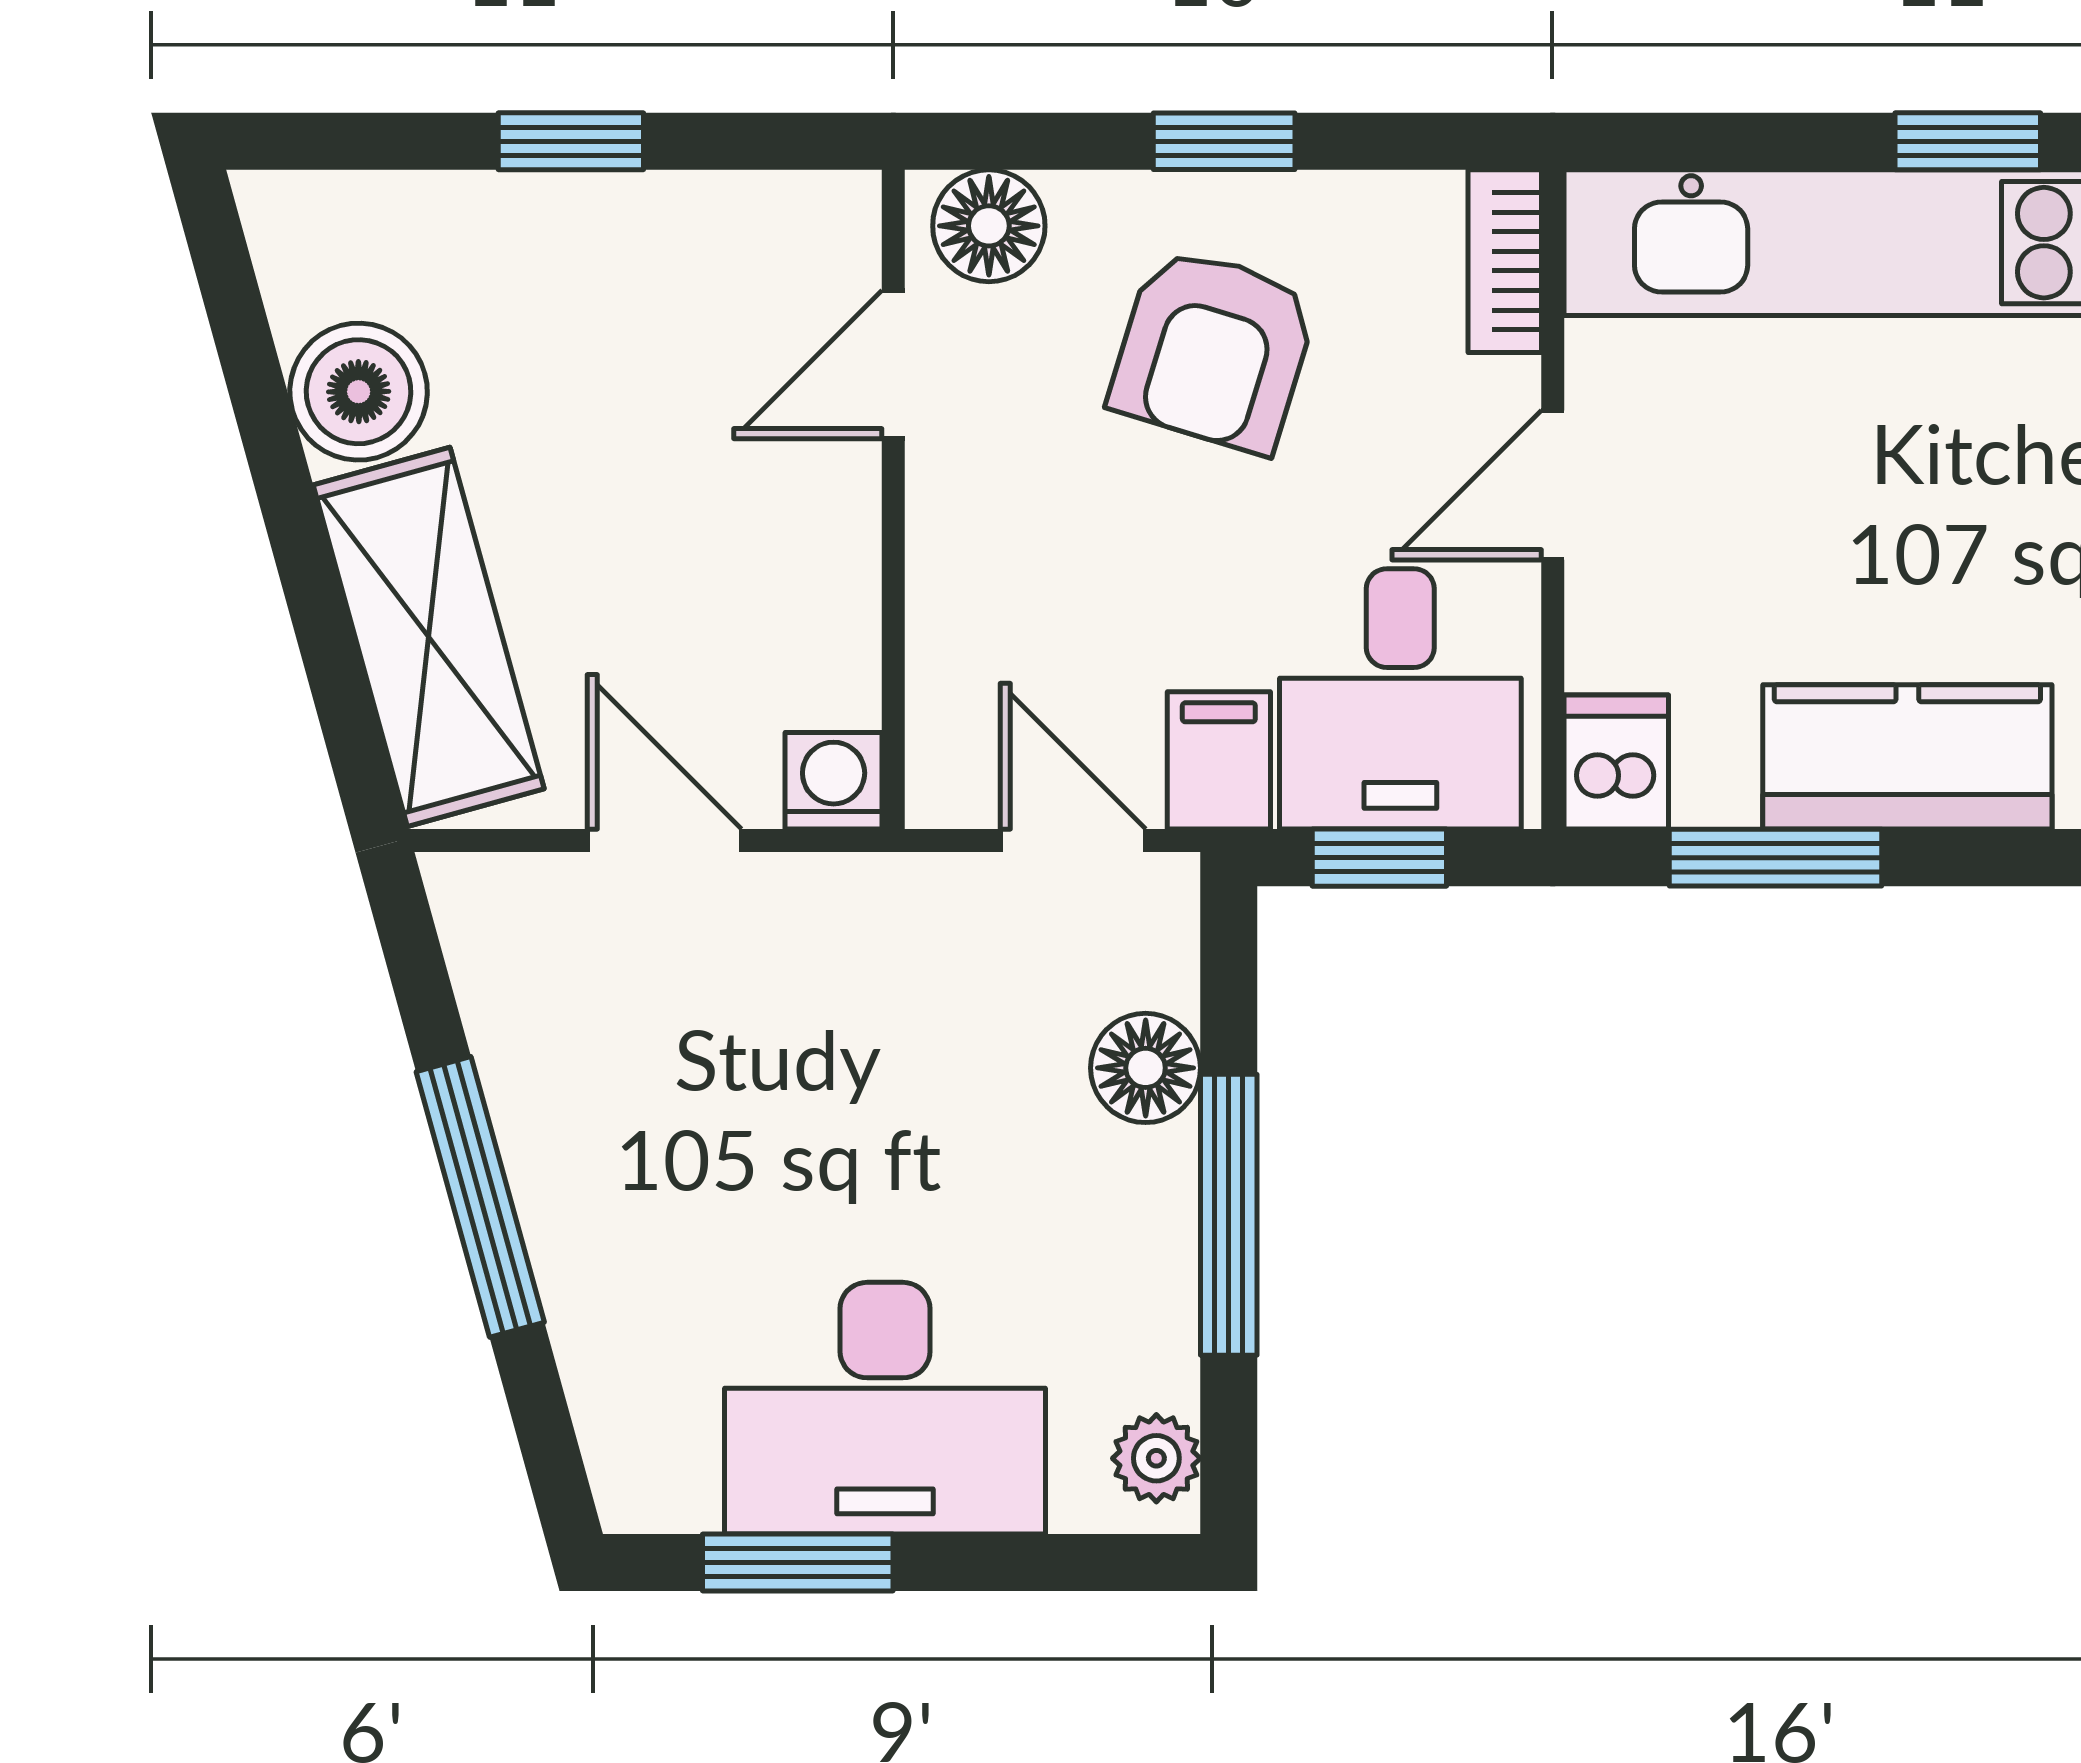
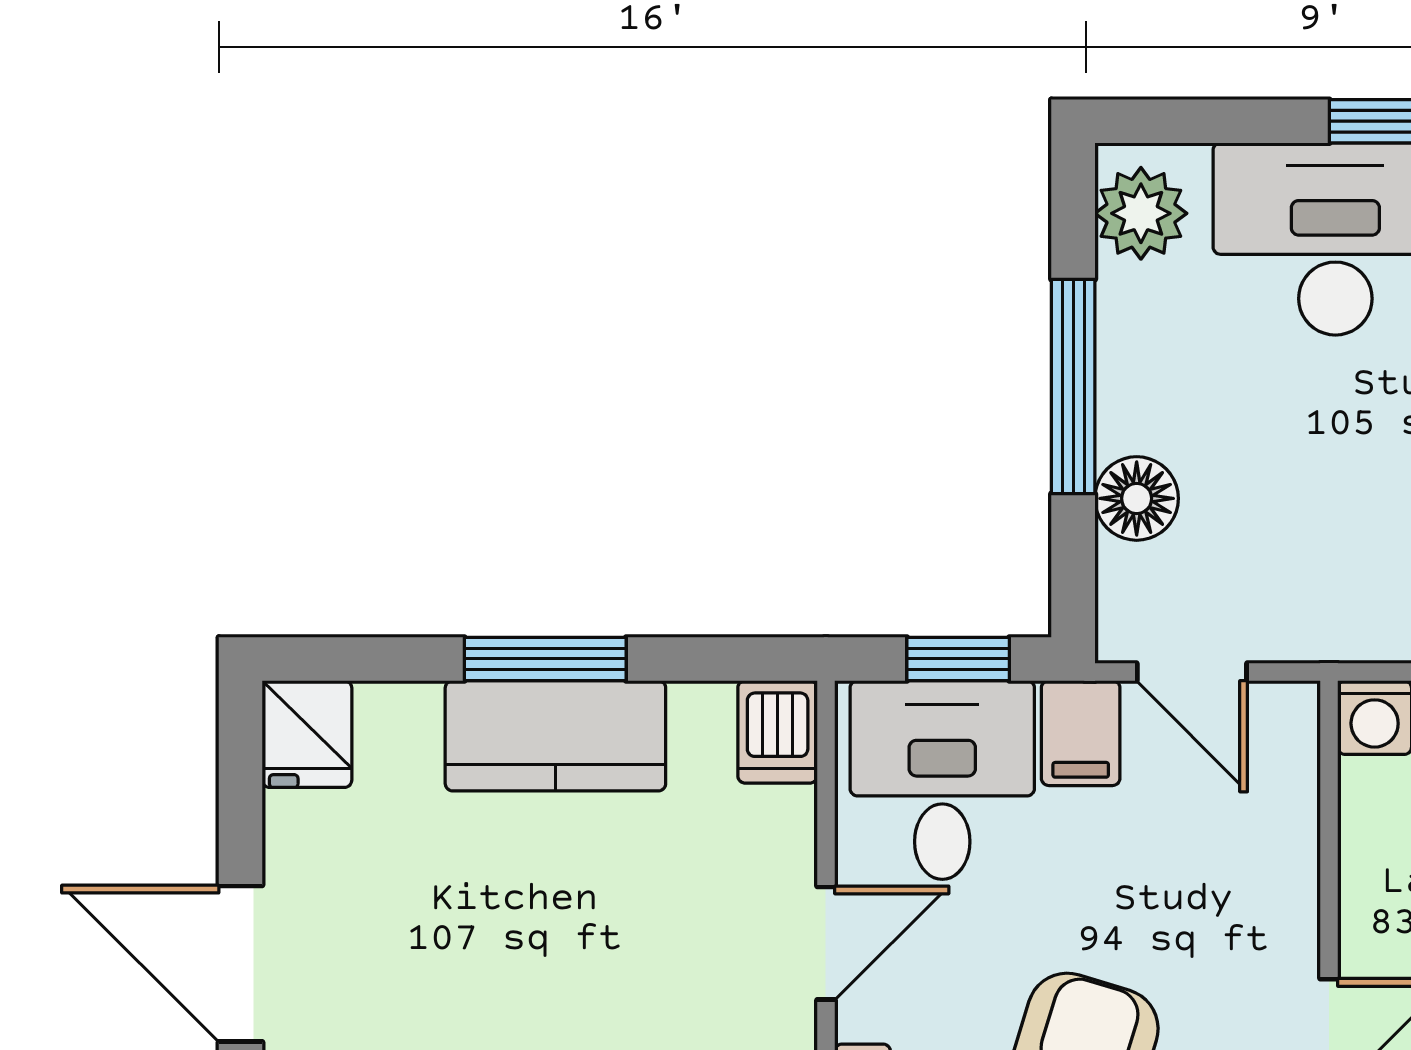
window: (1775, 858) -> (545, 659), moved
plant: (1156, 1458) -> (1141, 213), width x1.38, depth x1.38

